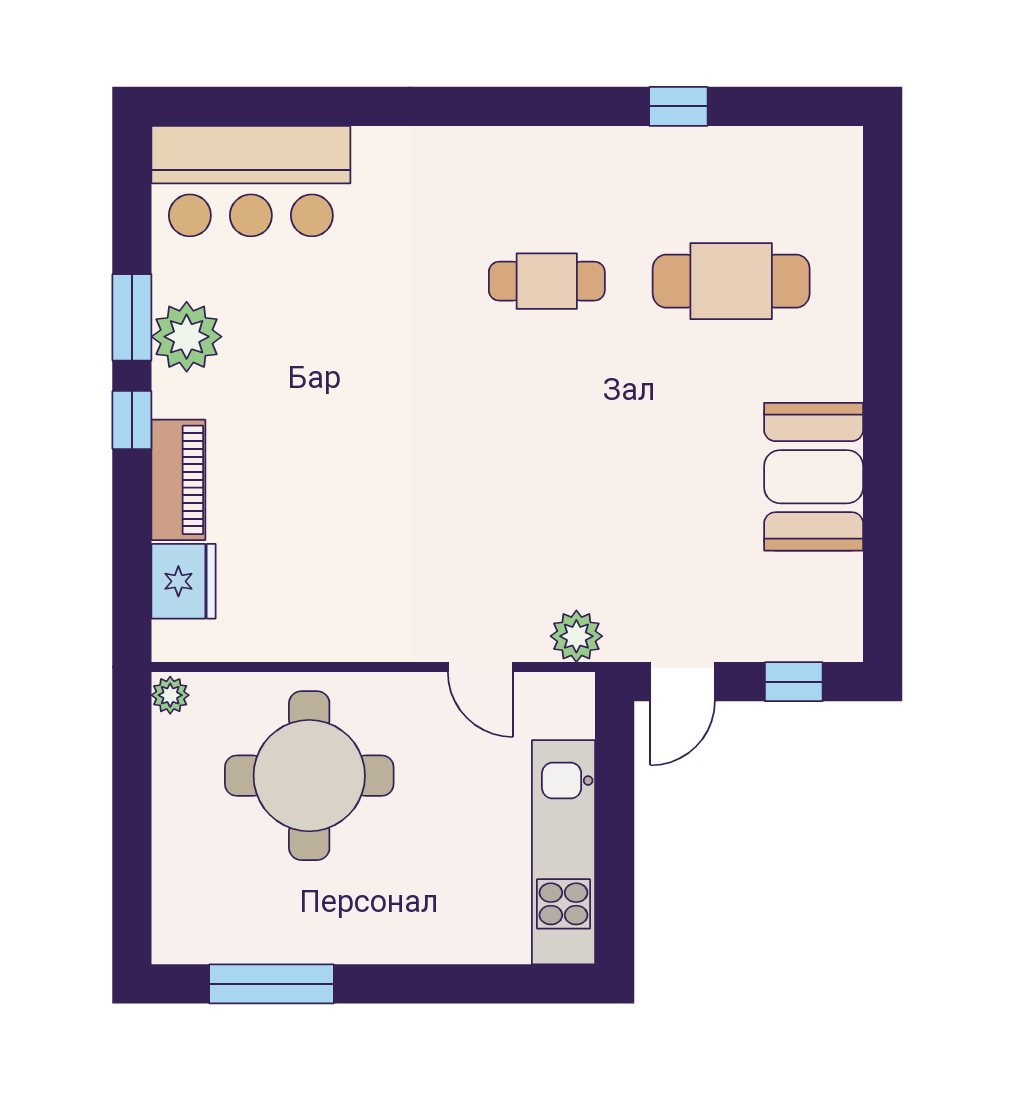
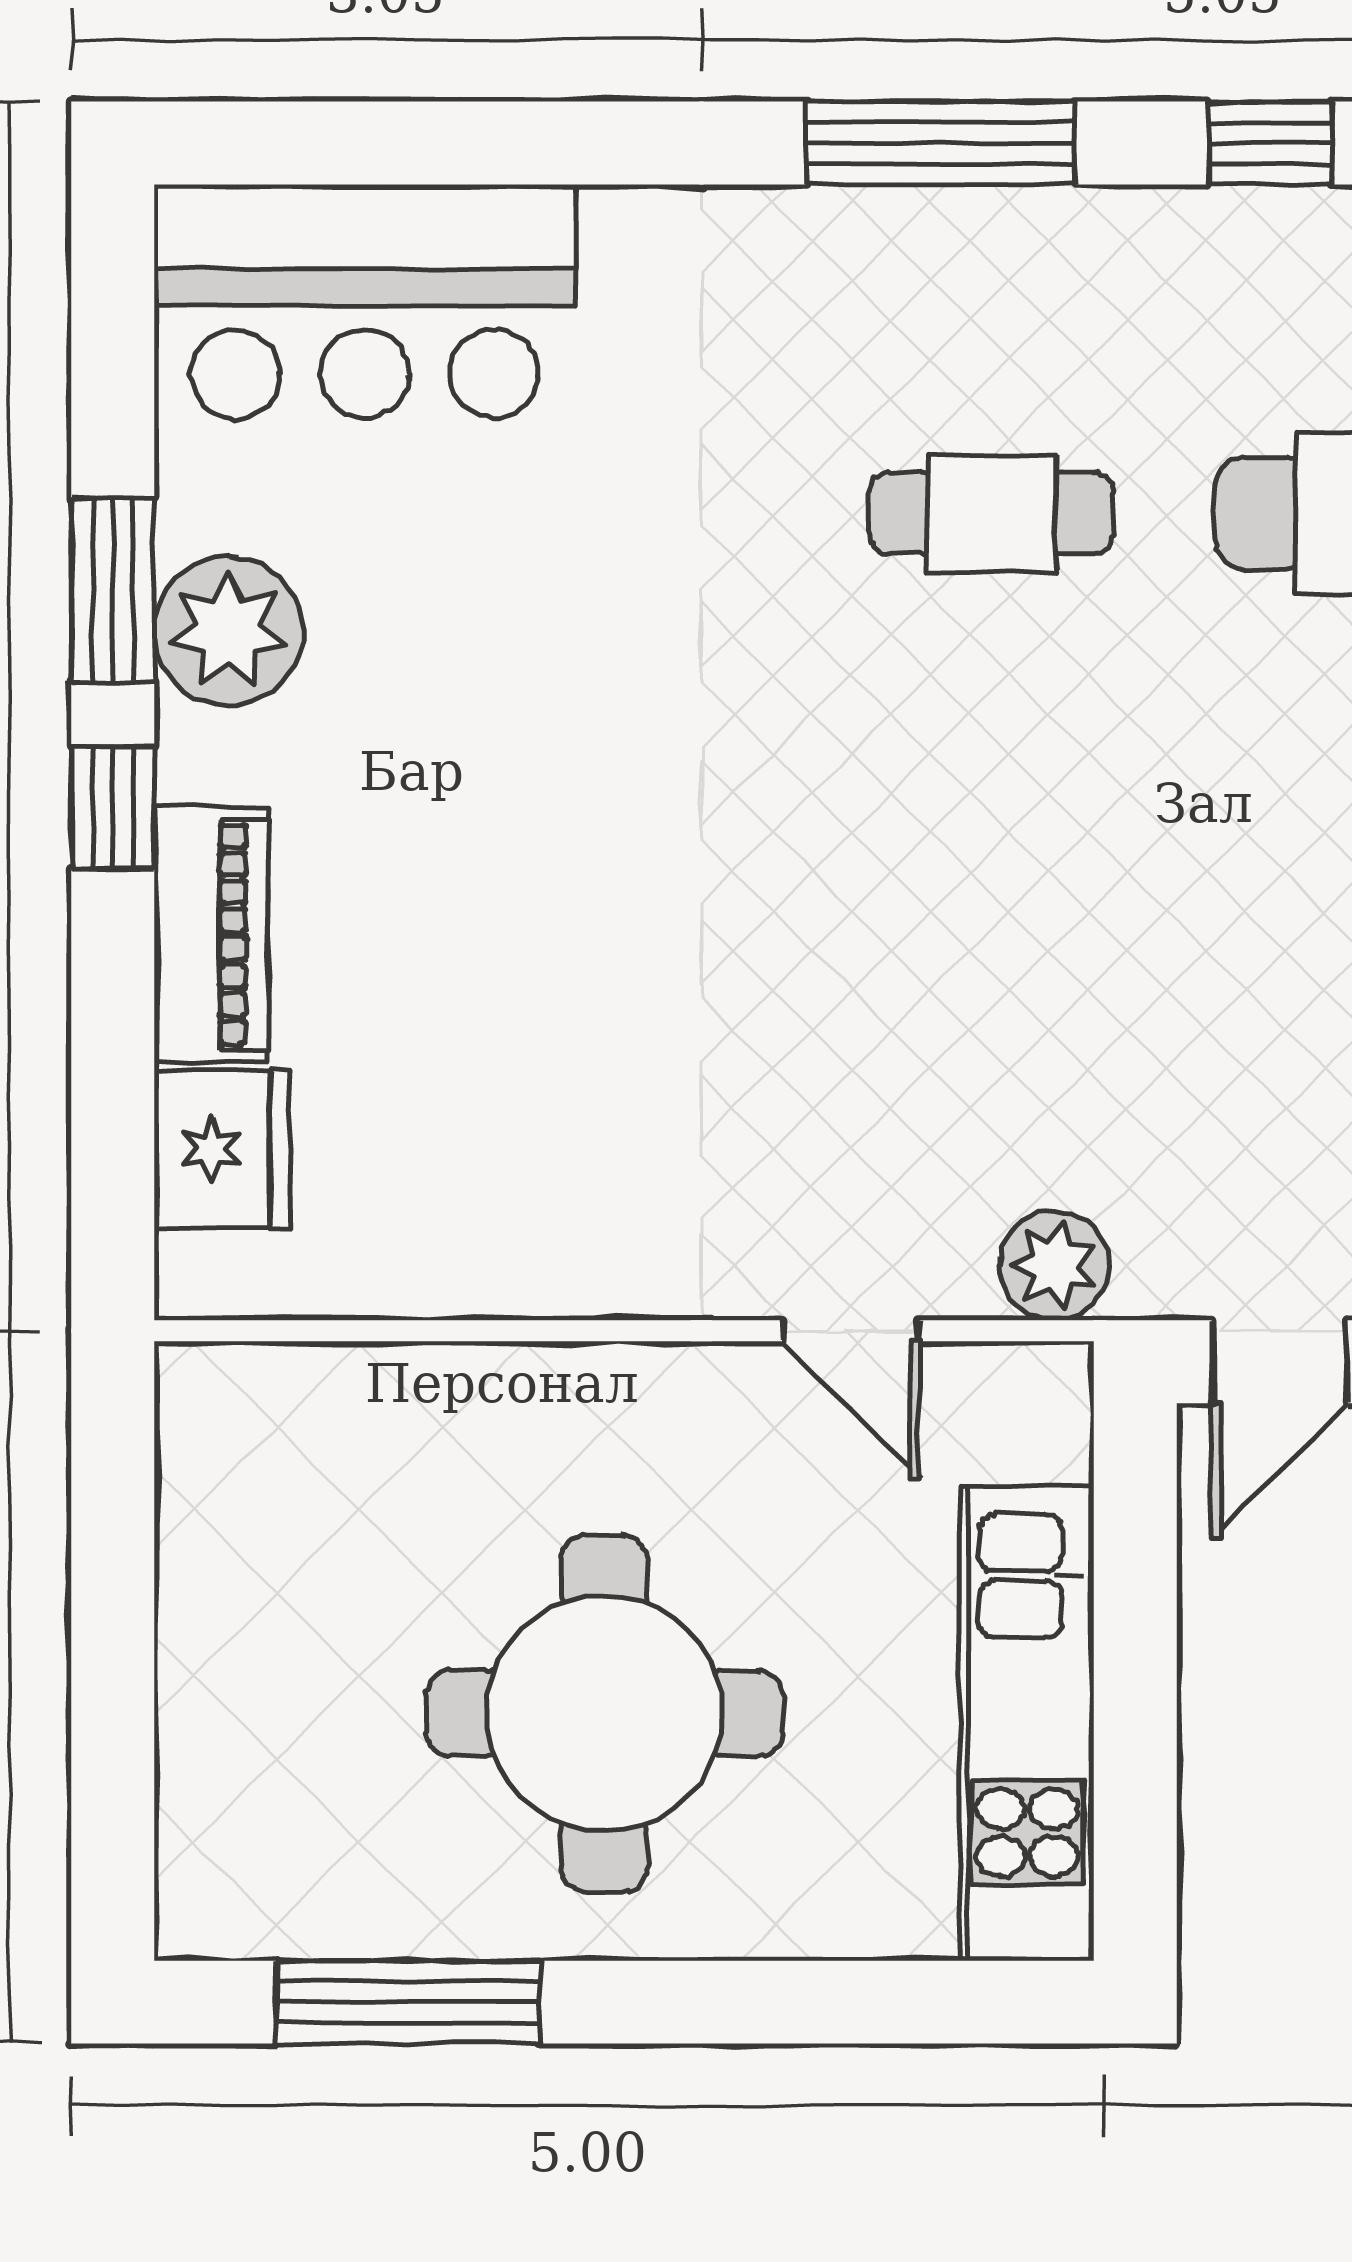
window: (523, 106) -> (941, 143), added
plant: (170, 695) -> (194, 1390), removed
round table: (309, 776) -> (604, 1713), moved

